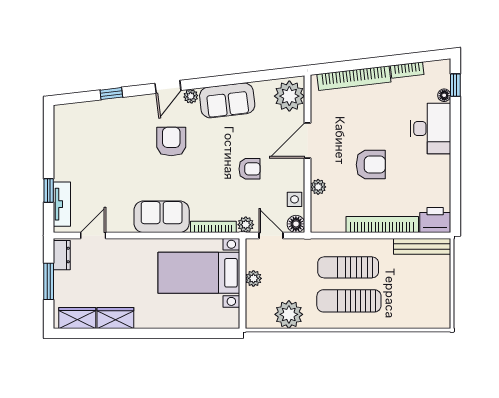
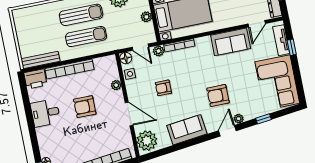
plant: (191, 96) -> (239, 119), moved
desk: (431, 129) -> (45, 113), moved, width x0.73
armchair: (171, 141) -> (218, 96), turned 90
door: (308, 141) -> (129, 114), hinge flipped
corner sofa: (80, 143) -> (277, 83), added
sofa: (162, 217) -> (231, 42), moved

